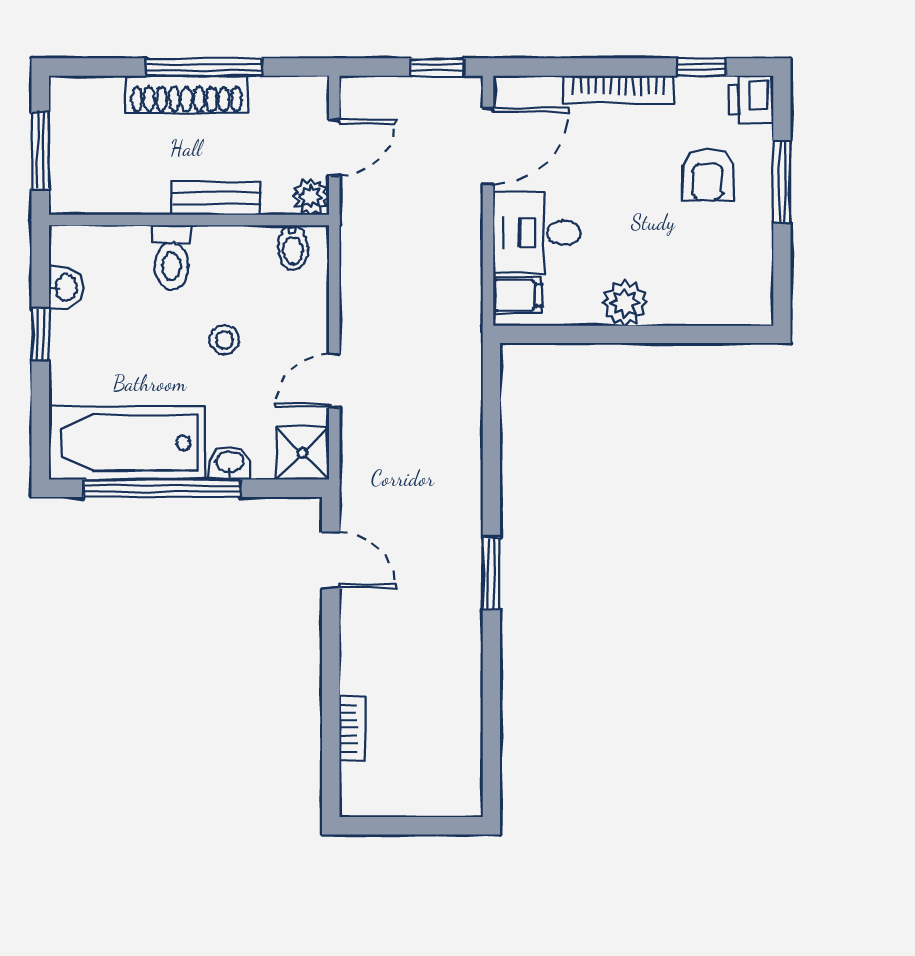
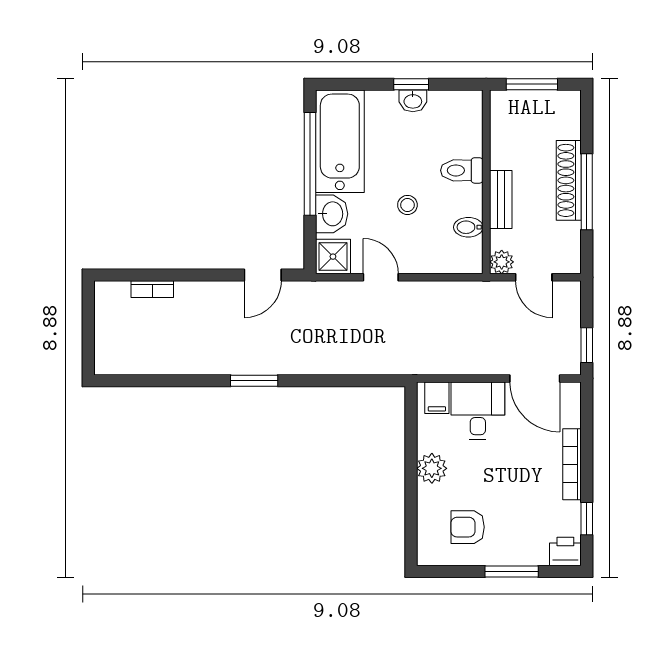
armchair: (708, 175) -> (468, 527), moved
bidet: (293, 247) -> (468, 227), moved
washbasin: (66, 288) -> (413, 101), moved
washbasin: (230, 463) -> (332, 214), width x1.38, depth x1.45

